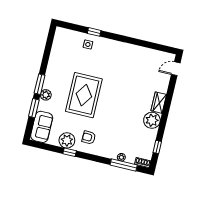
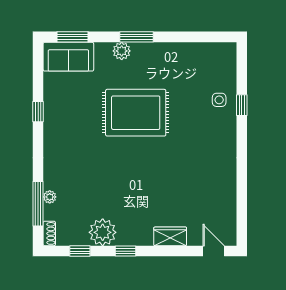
wardrobe: (159, 103) -> (170, 236), moved
window: (34, 108) -> (72, 37), moved
plant: (152, 120) -> (103, 232), moved
window: (164, 120) -> (125, 251), added
armchair: (89, 138) -> (69, 137), removed
plant: (67, 140) -> (56, 103), removed

